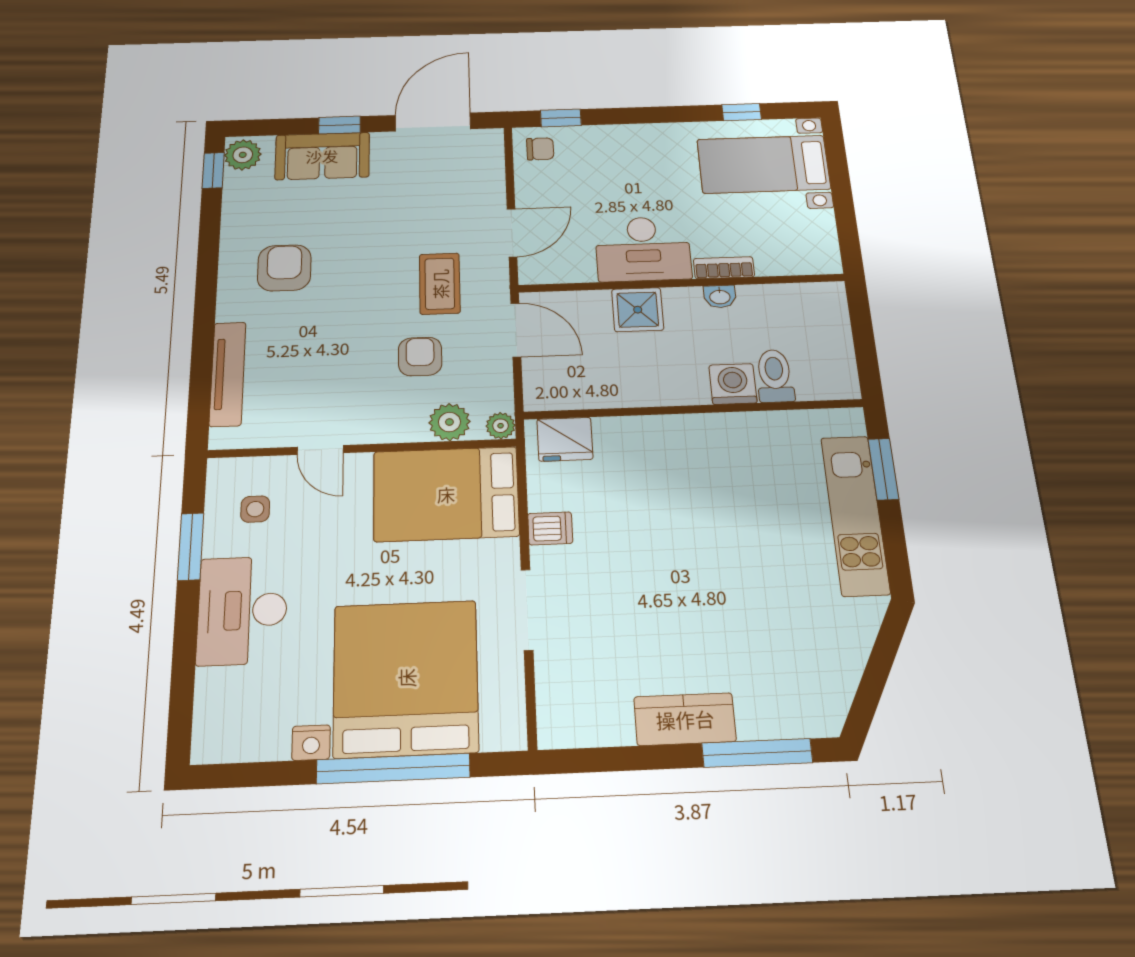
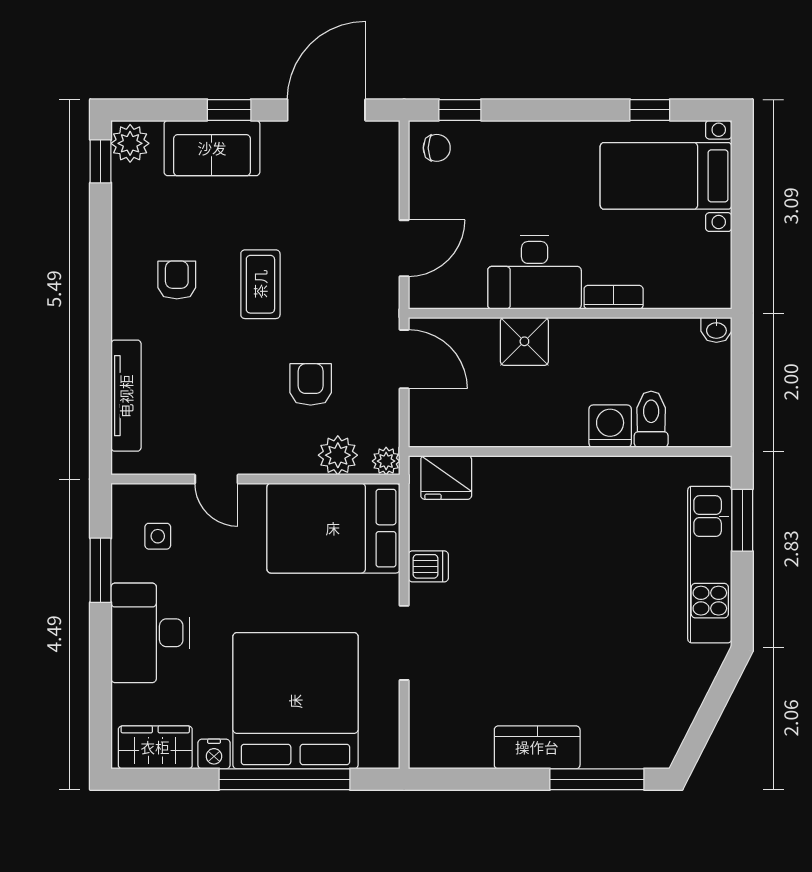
armchair: (284, 268) -> (177, 280), width x0.72, depth x0.72
coffee table: (440, 284) -> (260, 284), moved
washbasin: (720, 296) -> (716, 330), moved
wardrobe: (243, 738) -> (155, 747), added

